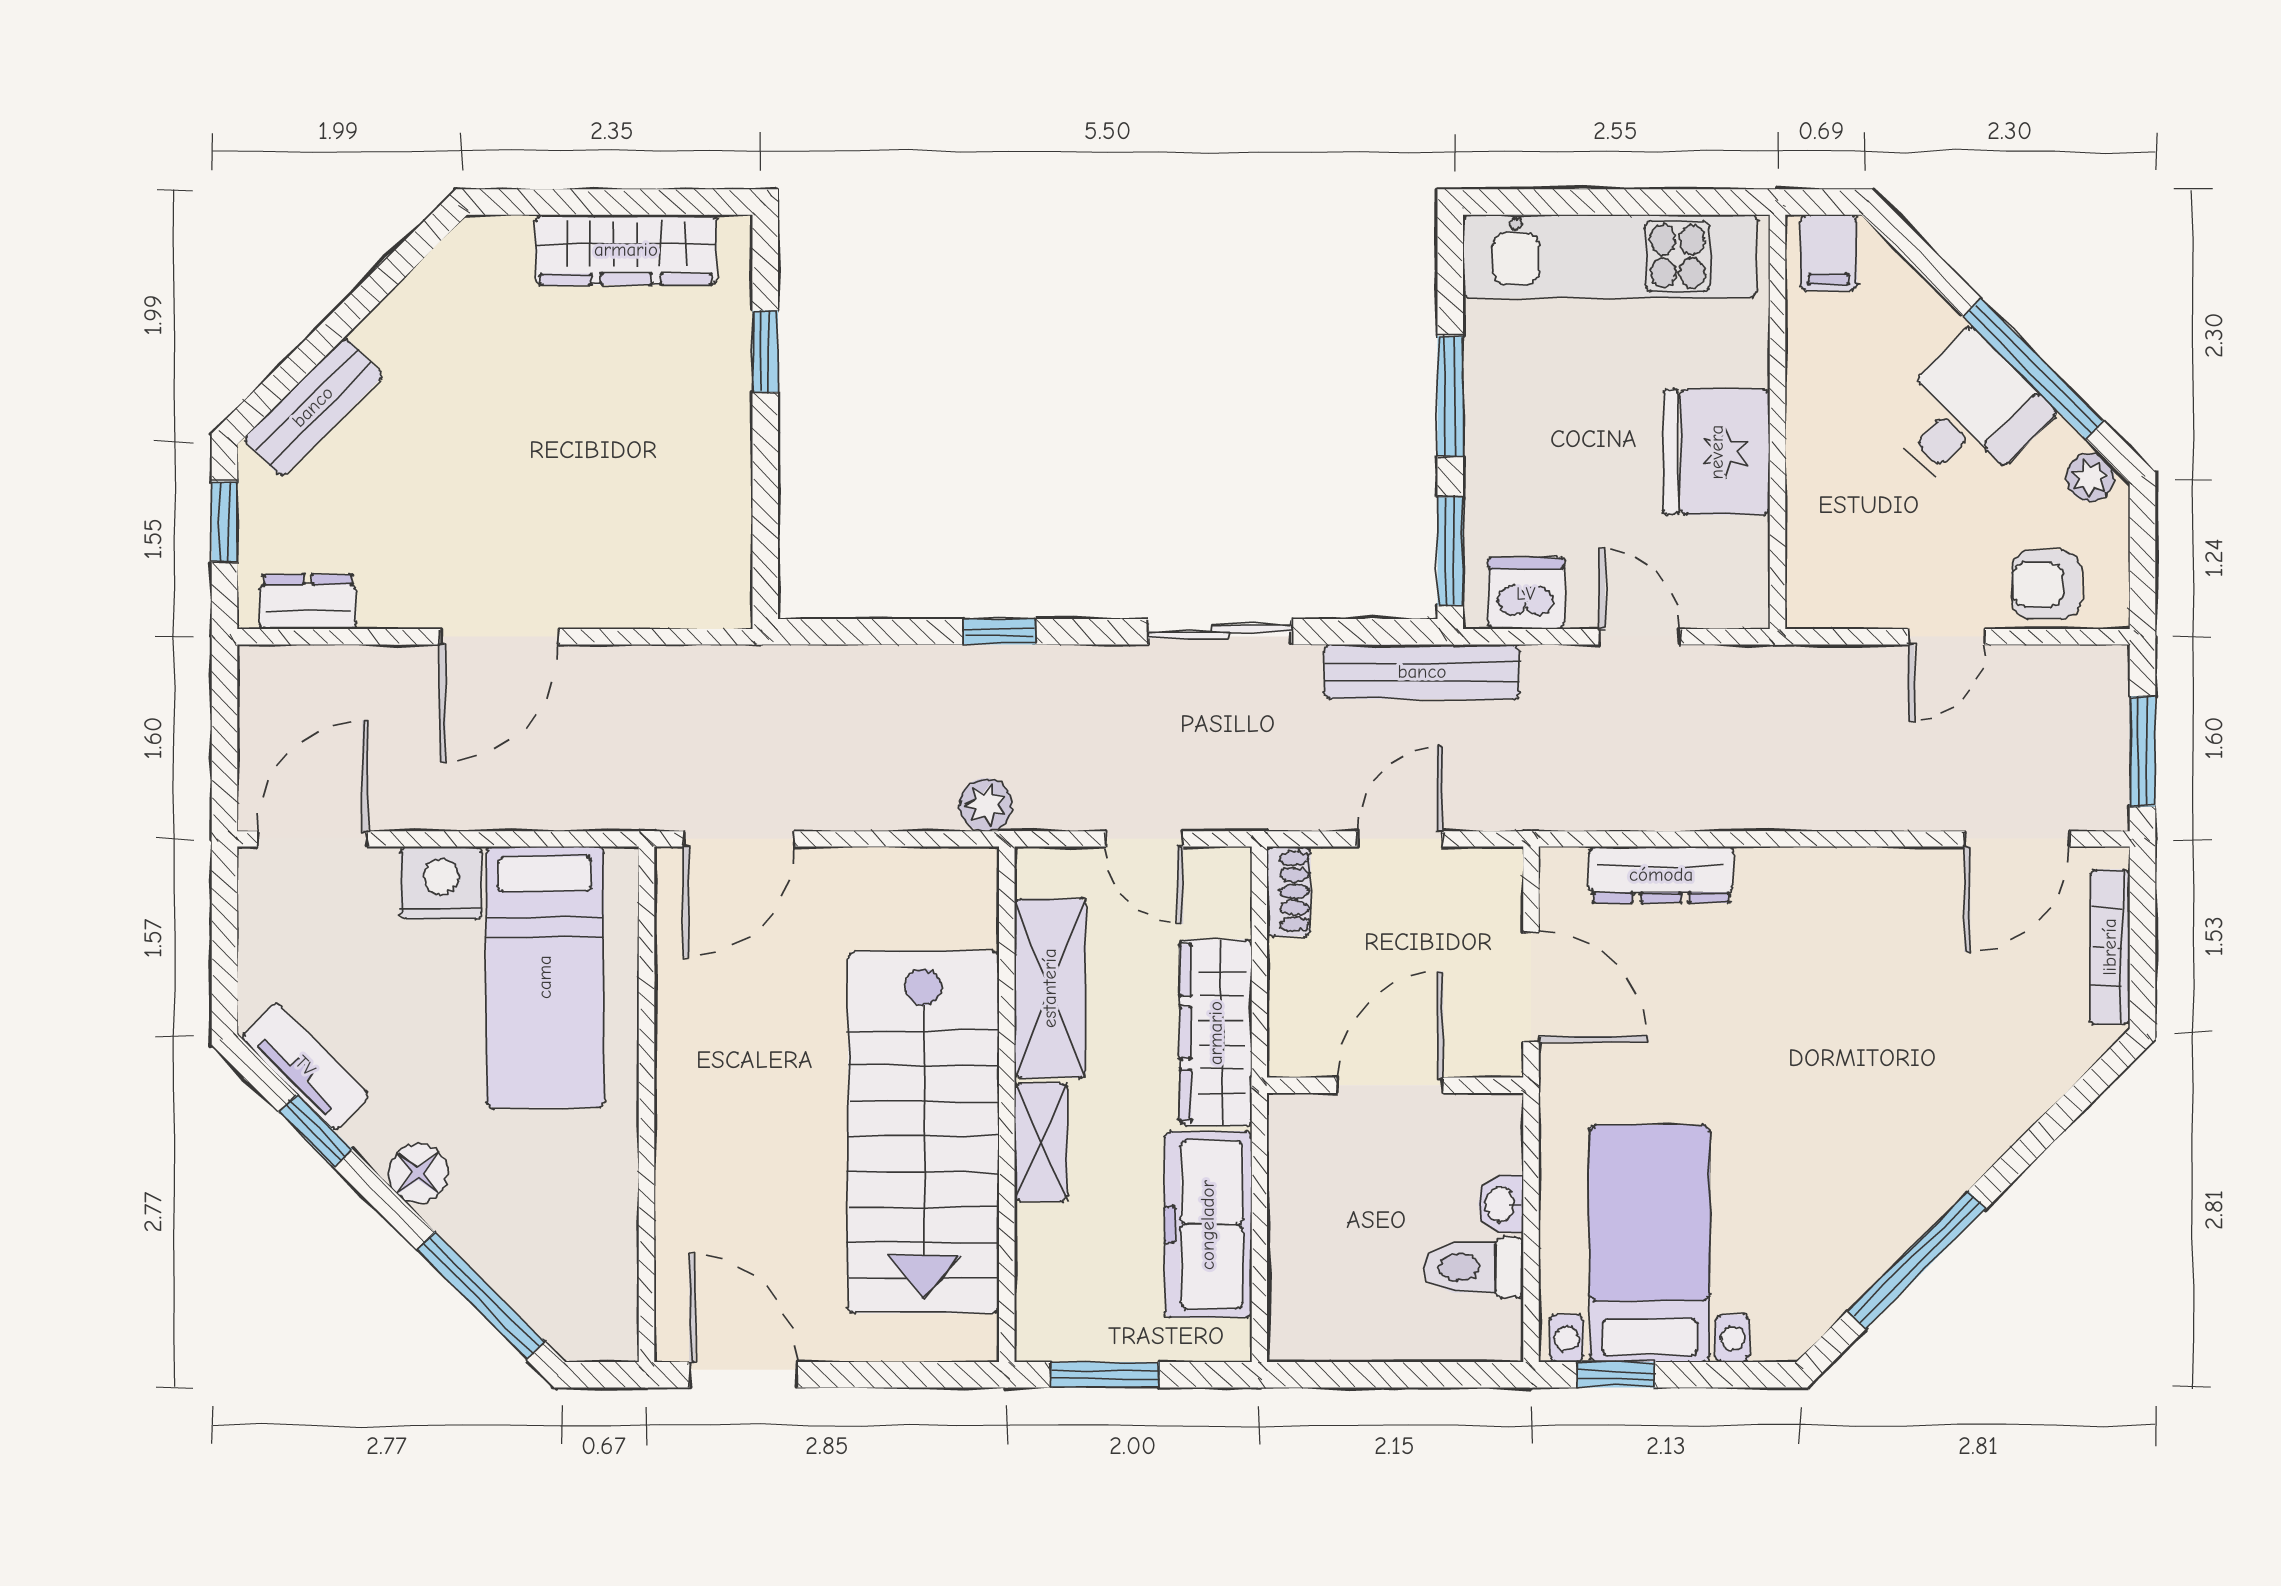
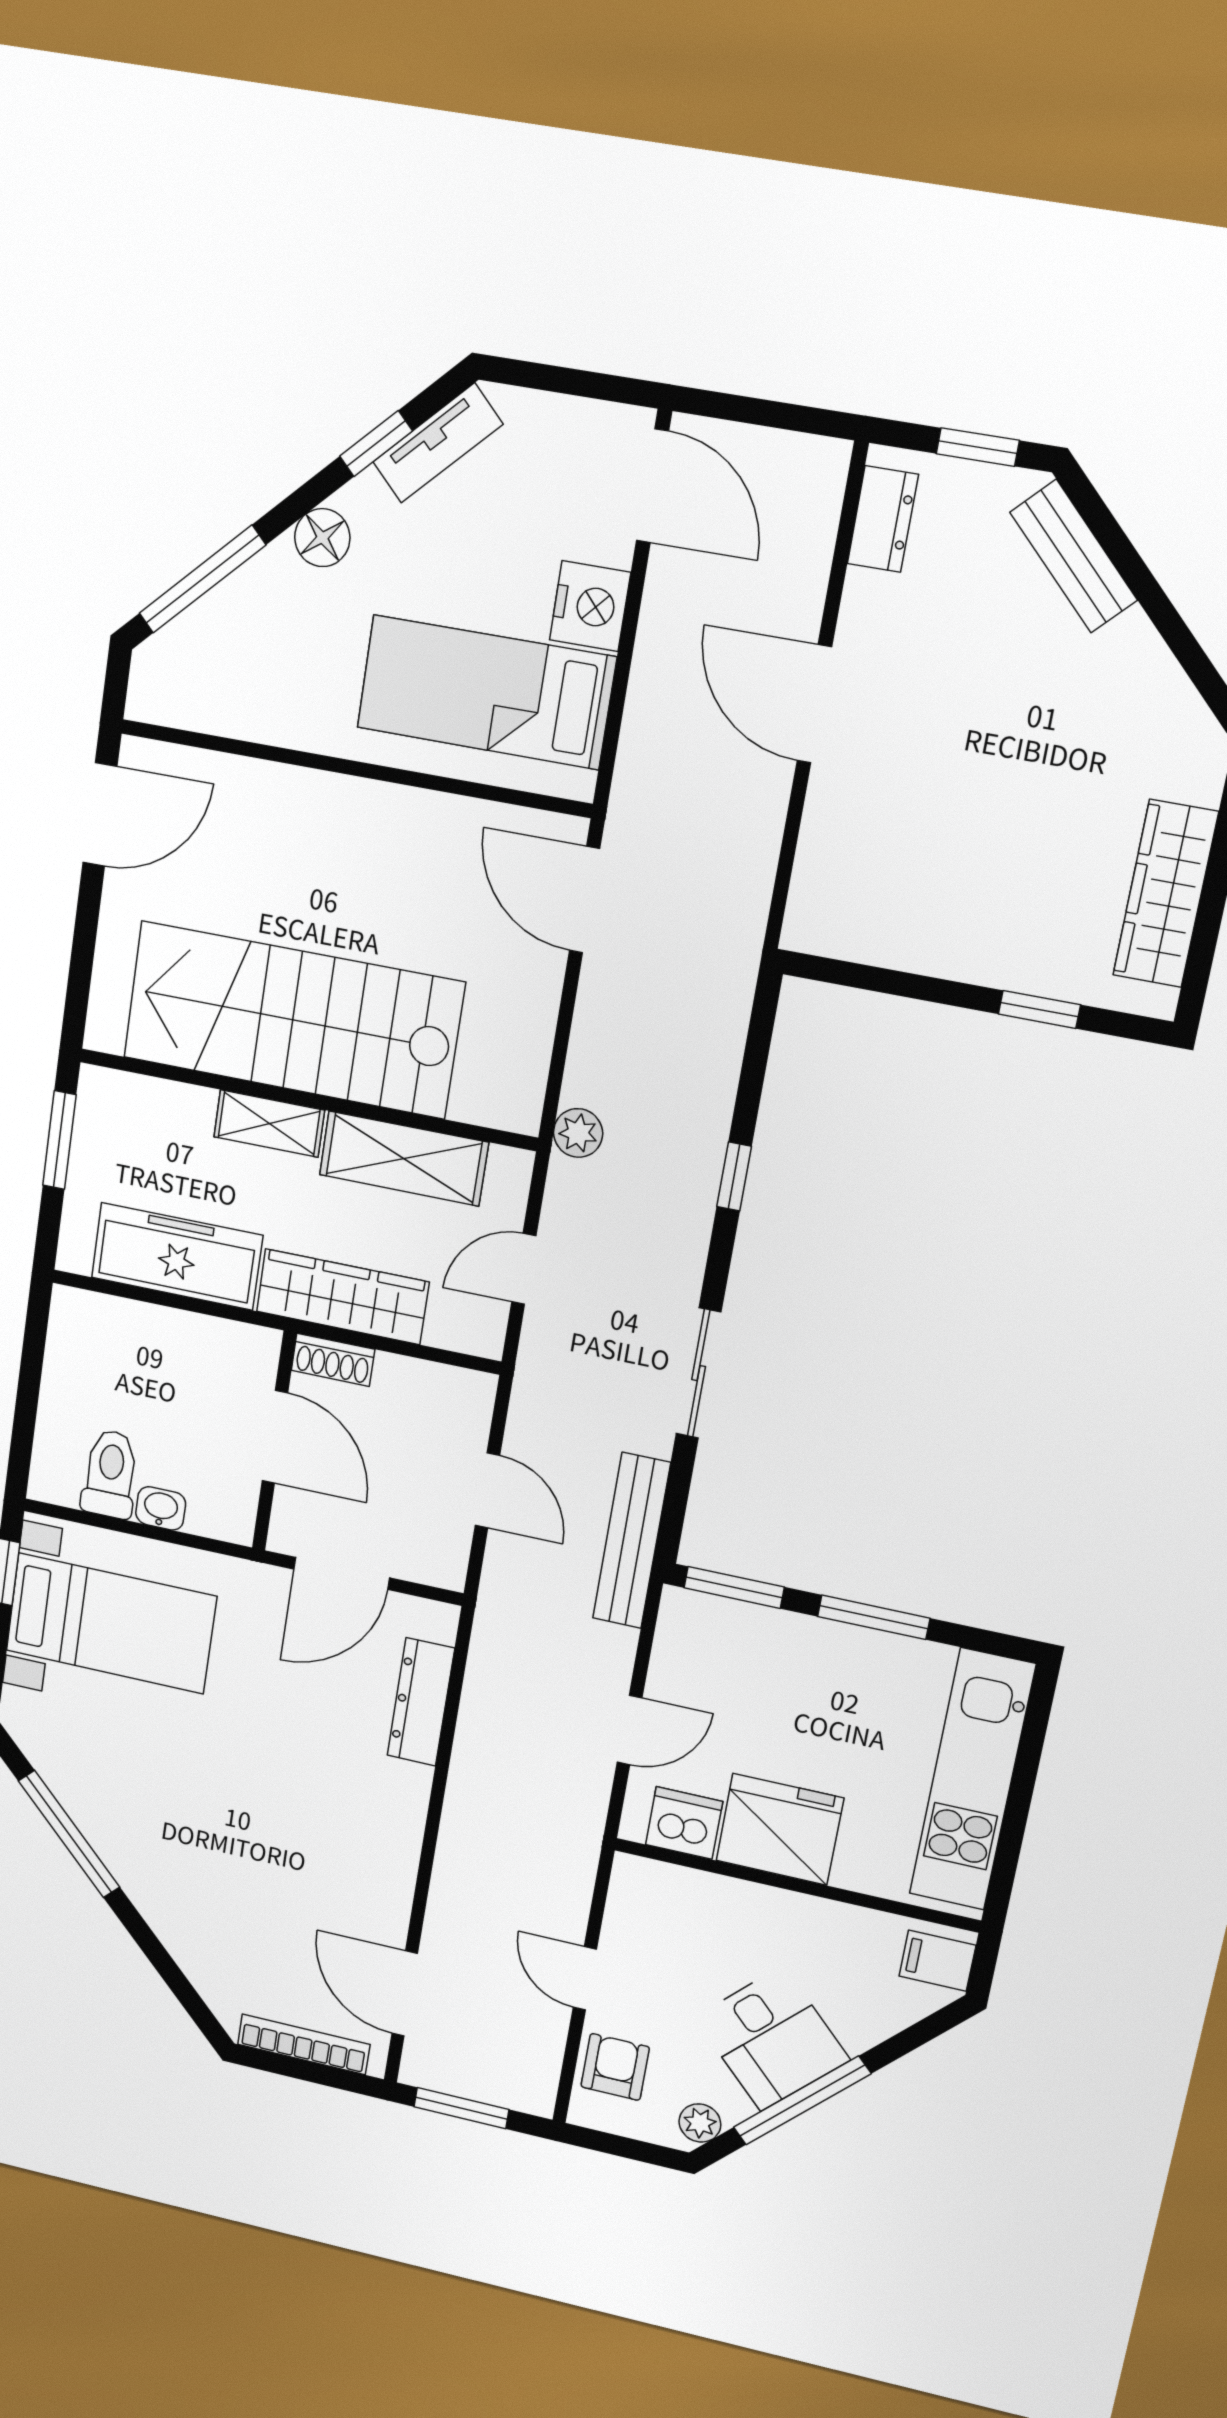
dishwasher: (1526, 594) -> (684, 1823), moved, turned -90
shoe rack: (1289, 891) -> (333, 1360), moved

